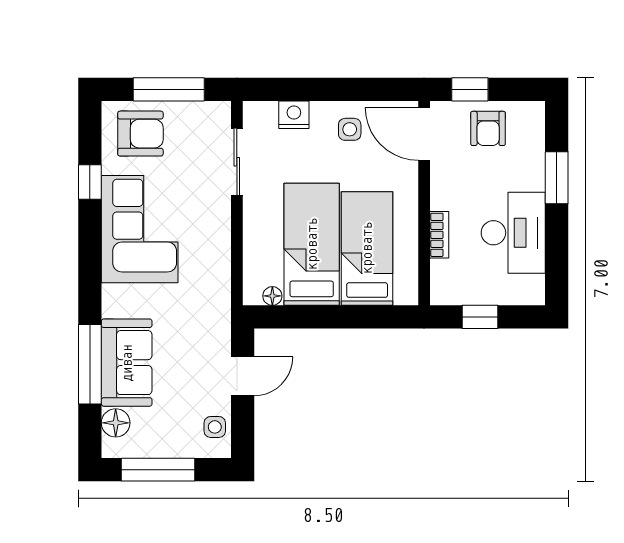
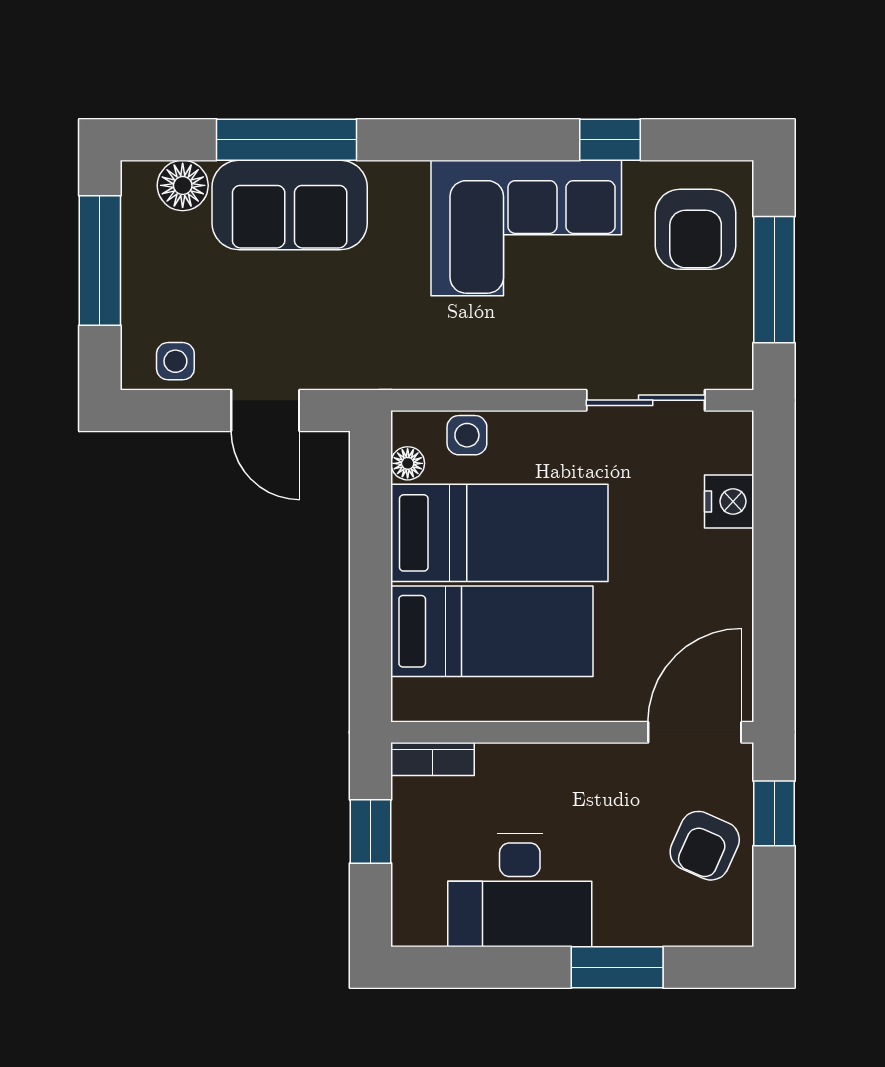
armchair: (488, 128) -> (705, 846), turned -66
side table: (350, 129) -> (467, 435), moved
bookcase: (439, 235) -> (433, 759), moved

